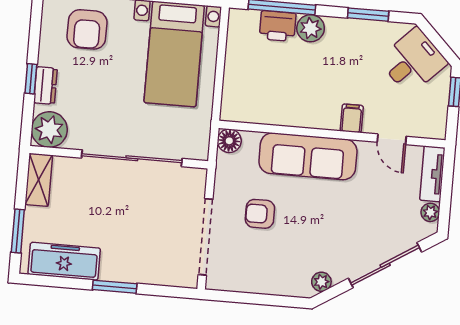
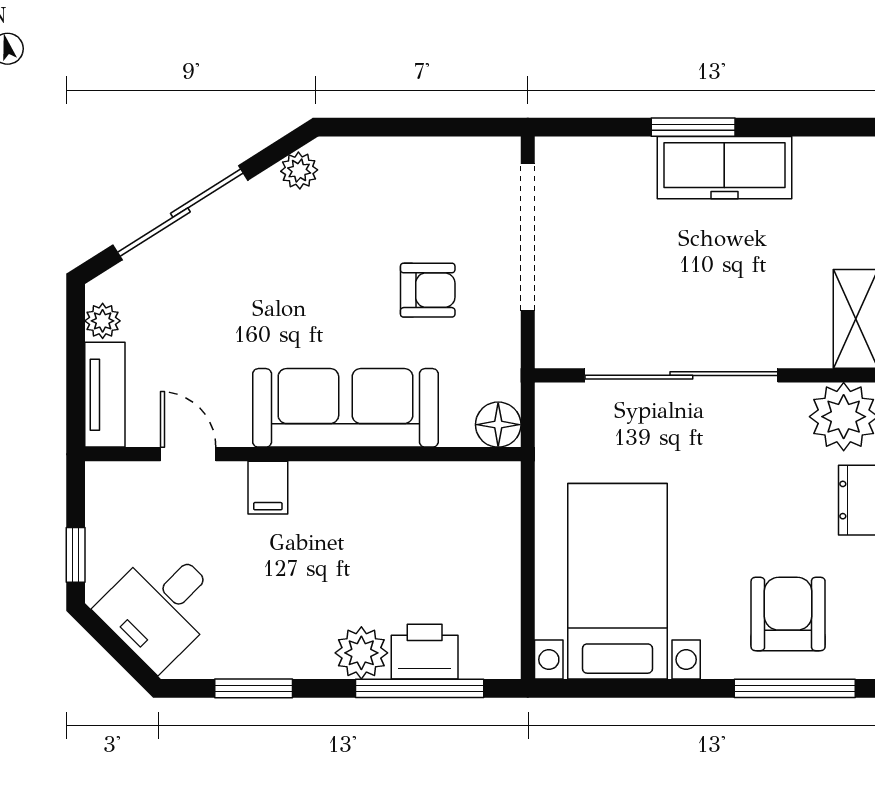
freezer: (64, 261) -> (724, 168), moved

